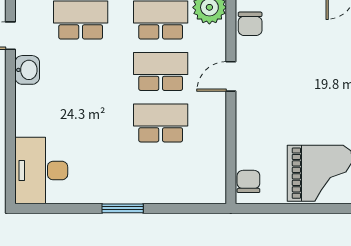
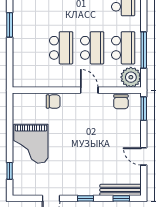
chair: (250, 24) -> (121, 102), turned -90
chair: (248, 181) -> (53, 101), moved

